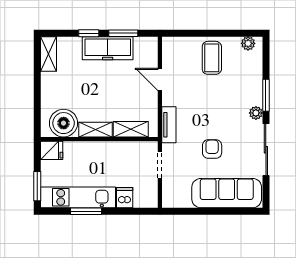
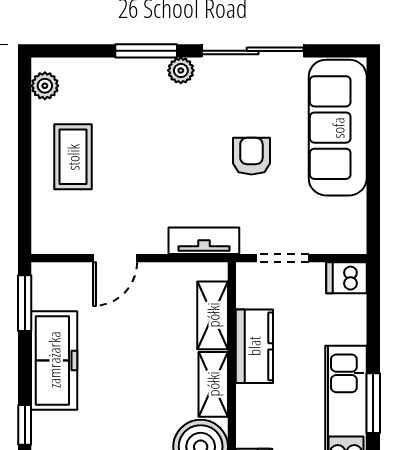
window: (89, 33) -> (25, 425), moved
window: (123, 33) -> (25, 303), moved
coffee table: (212, 58) -> (73, 157), turned 90
armchair: (212, 149) -> (251, 156), turned 90
kitchen counter: (115, 151) -> (254, 346), added
dishwasher: (125, 198) -> (346, 278), moved

